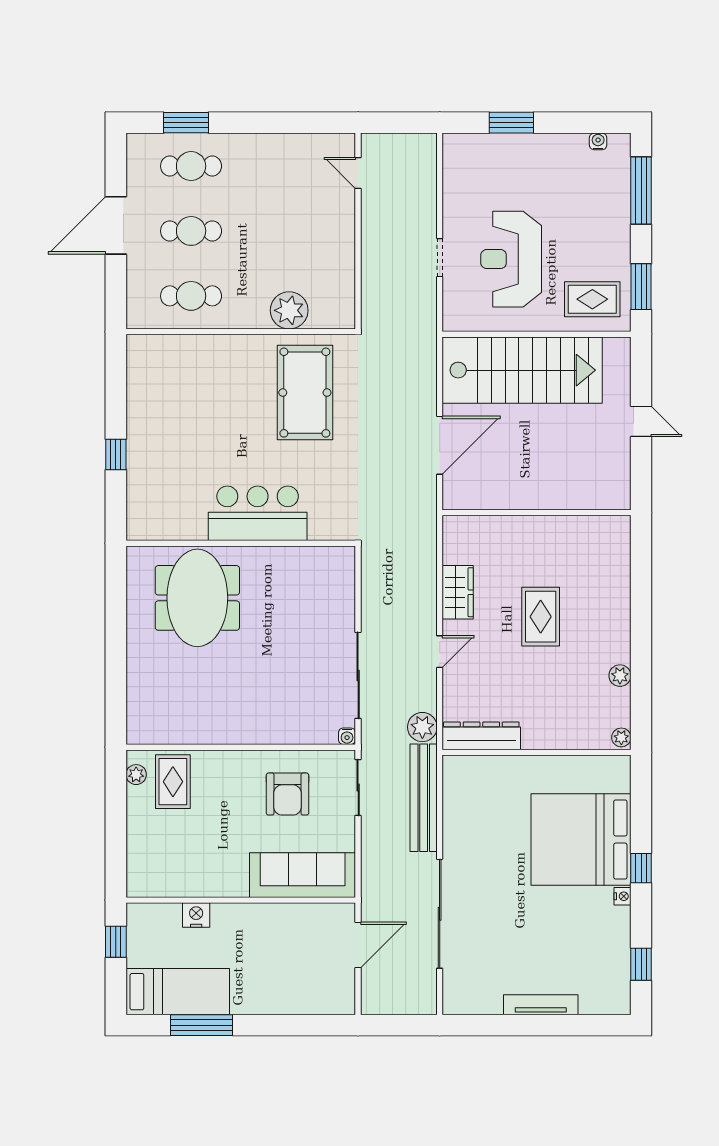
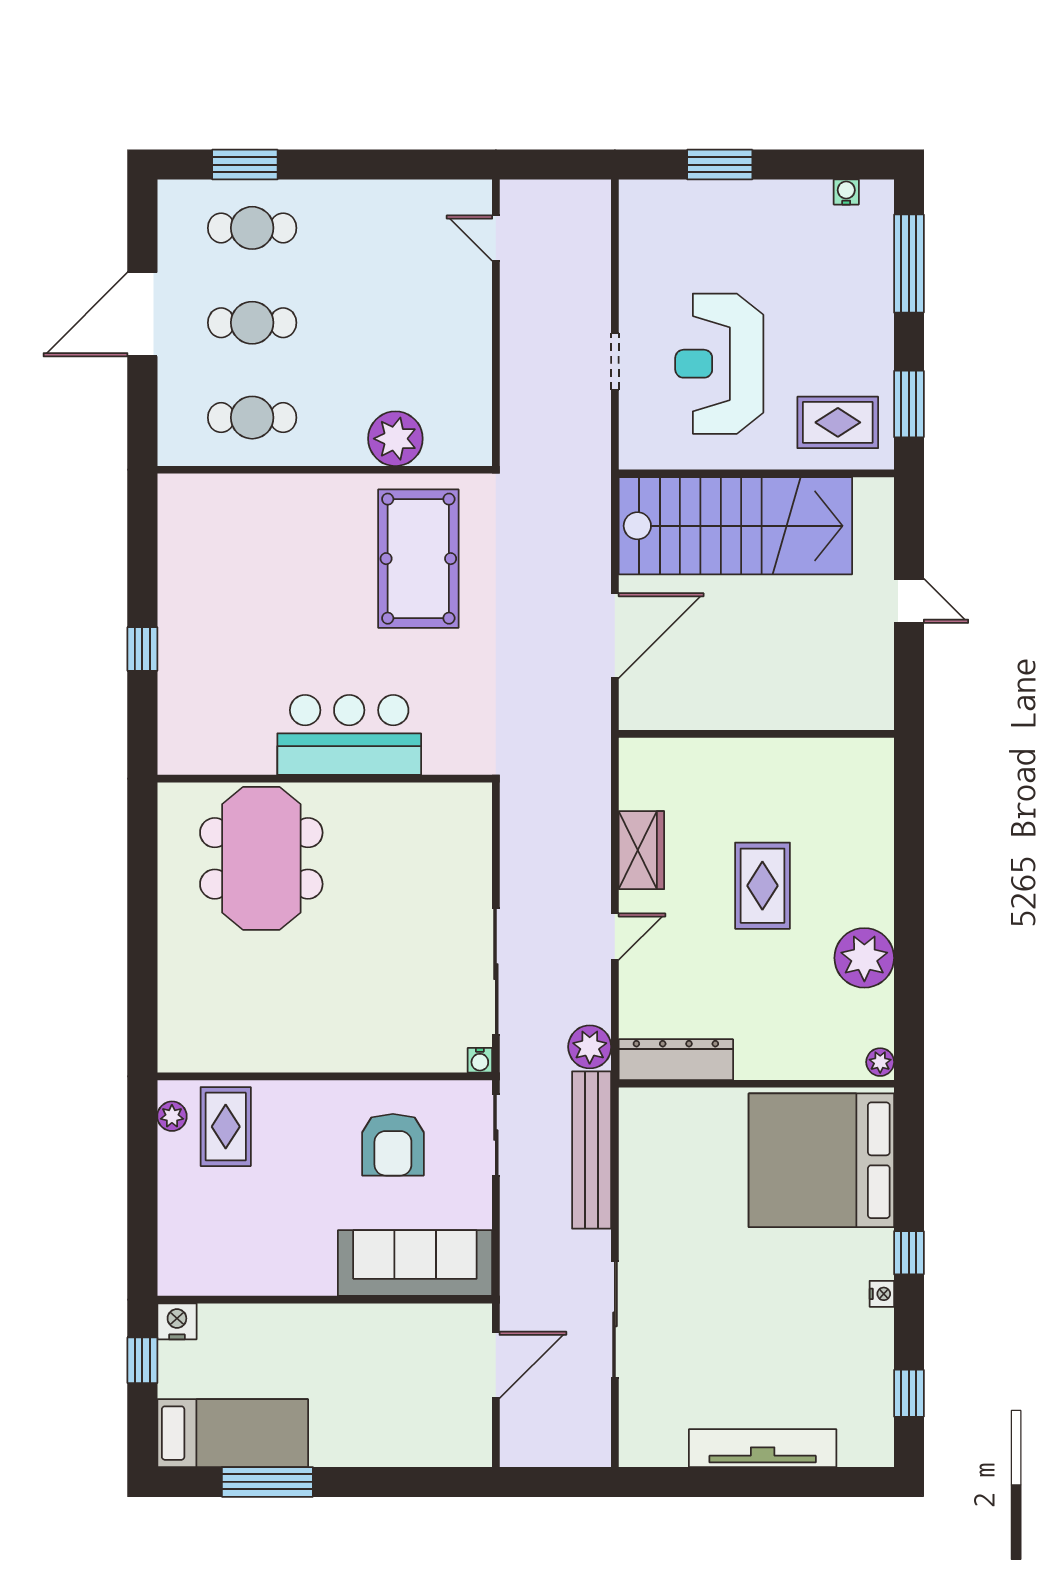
plant: (620, 676) -> (864, 958), width x1.88, depth x1.88
bed: (581, 840) -> (821, 1160), moved
sliding door: (440, 914) -> (615, 1319), width x0.73
nightstand: (196, 915) -> (177, 1321), moved
tv unit: (541, 1005) -> (763, 1448), width x1.36, depth x1.29

